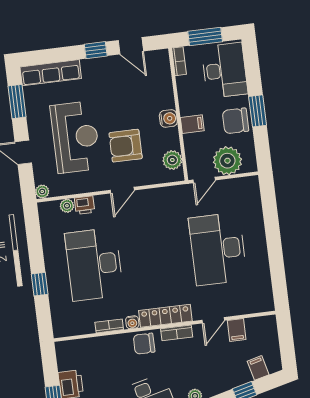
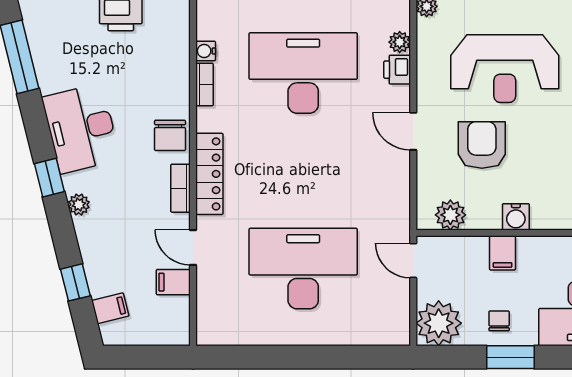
chair: (235, 121) -> (499, 321), width x0.54, depth x0.54
plant: (227, 161) -> (439, 323), moved
water cooler: (132, 322) -> (206, 51), moved
chair: (144, 344) -> (170, 135), turned 180

